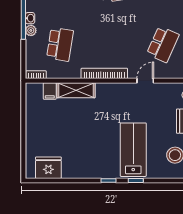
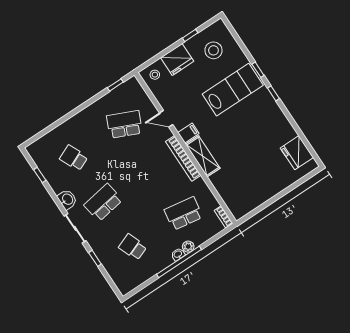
shelving: (76, 90) -> (203, 156), moved
filing cabinet: (50, 91) -> (188, 133), moved
lab bench: (133, 150) -> (233, 90), turned 180

